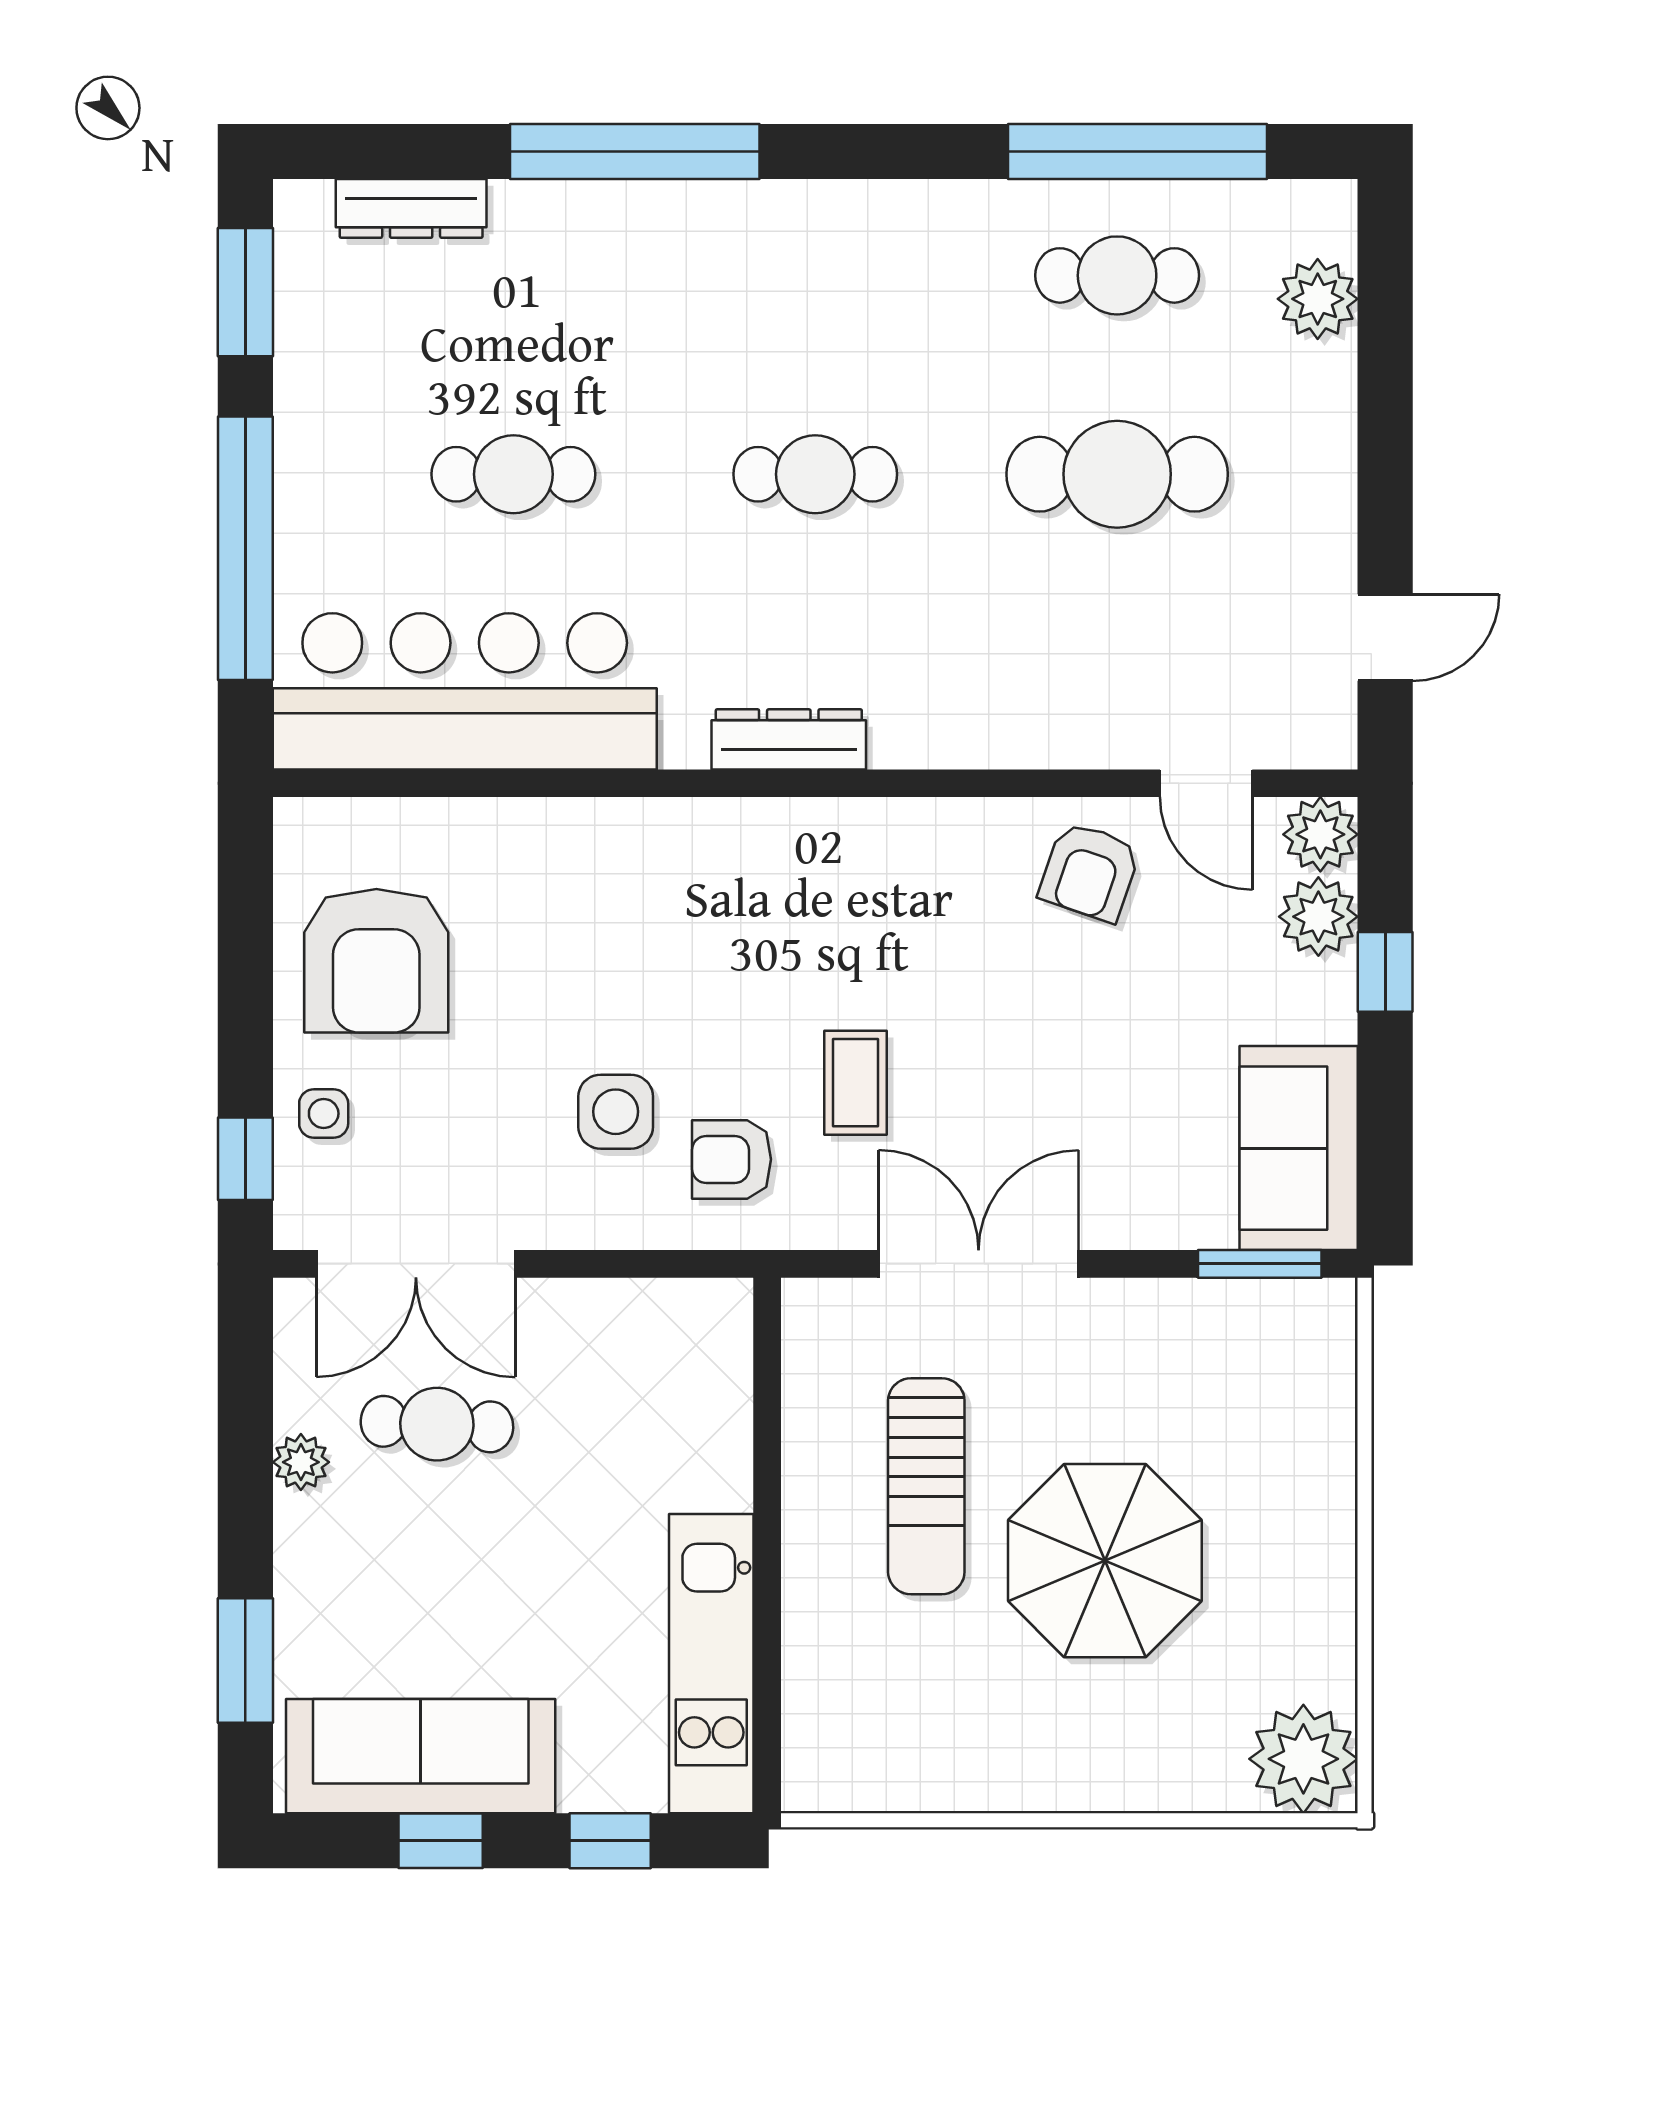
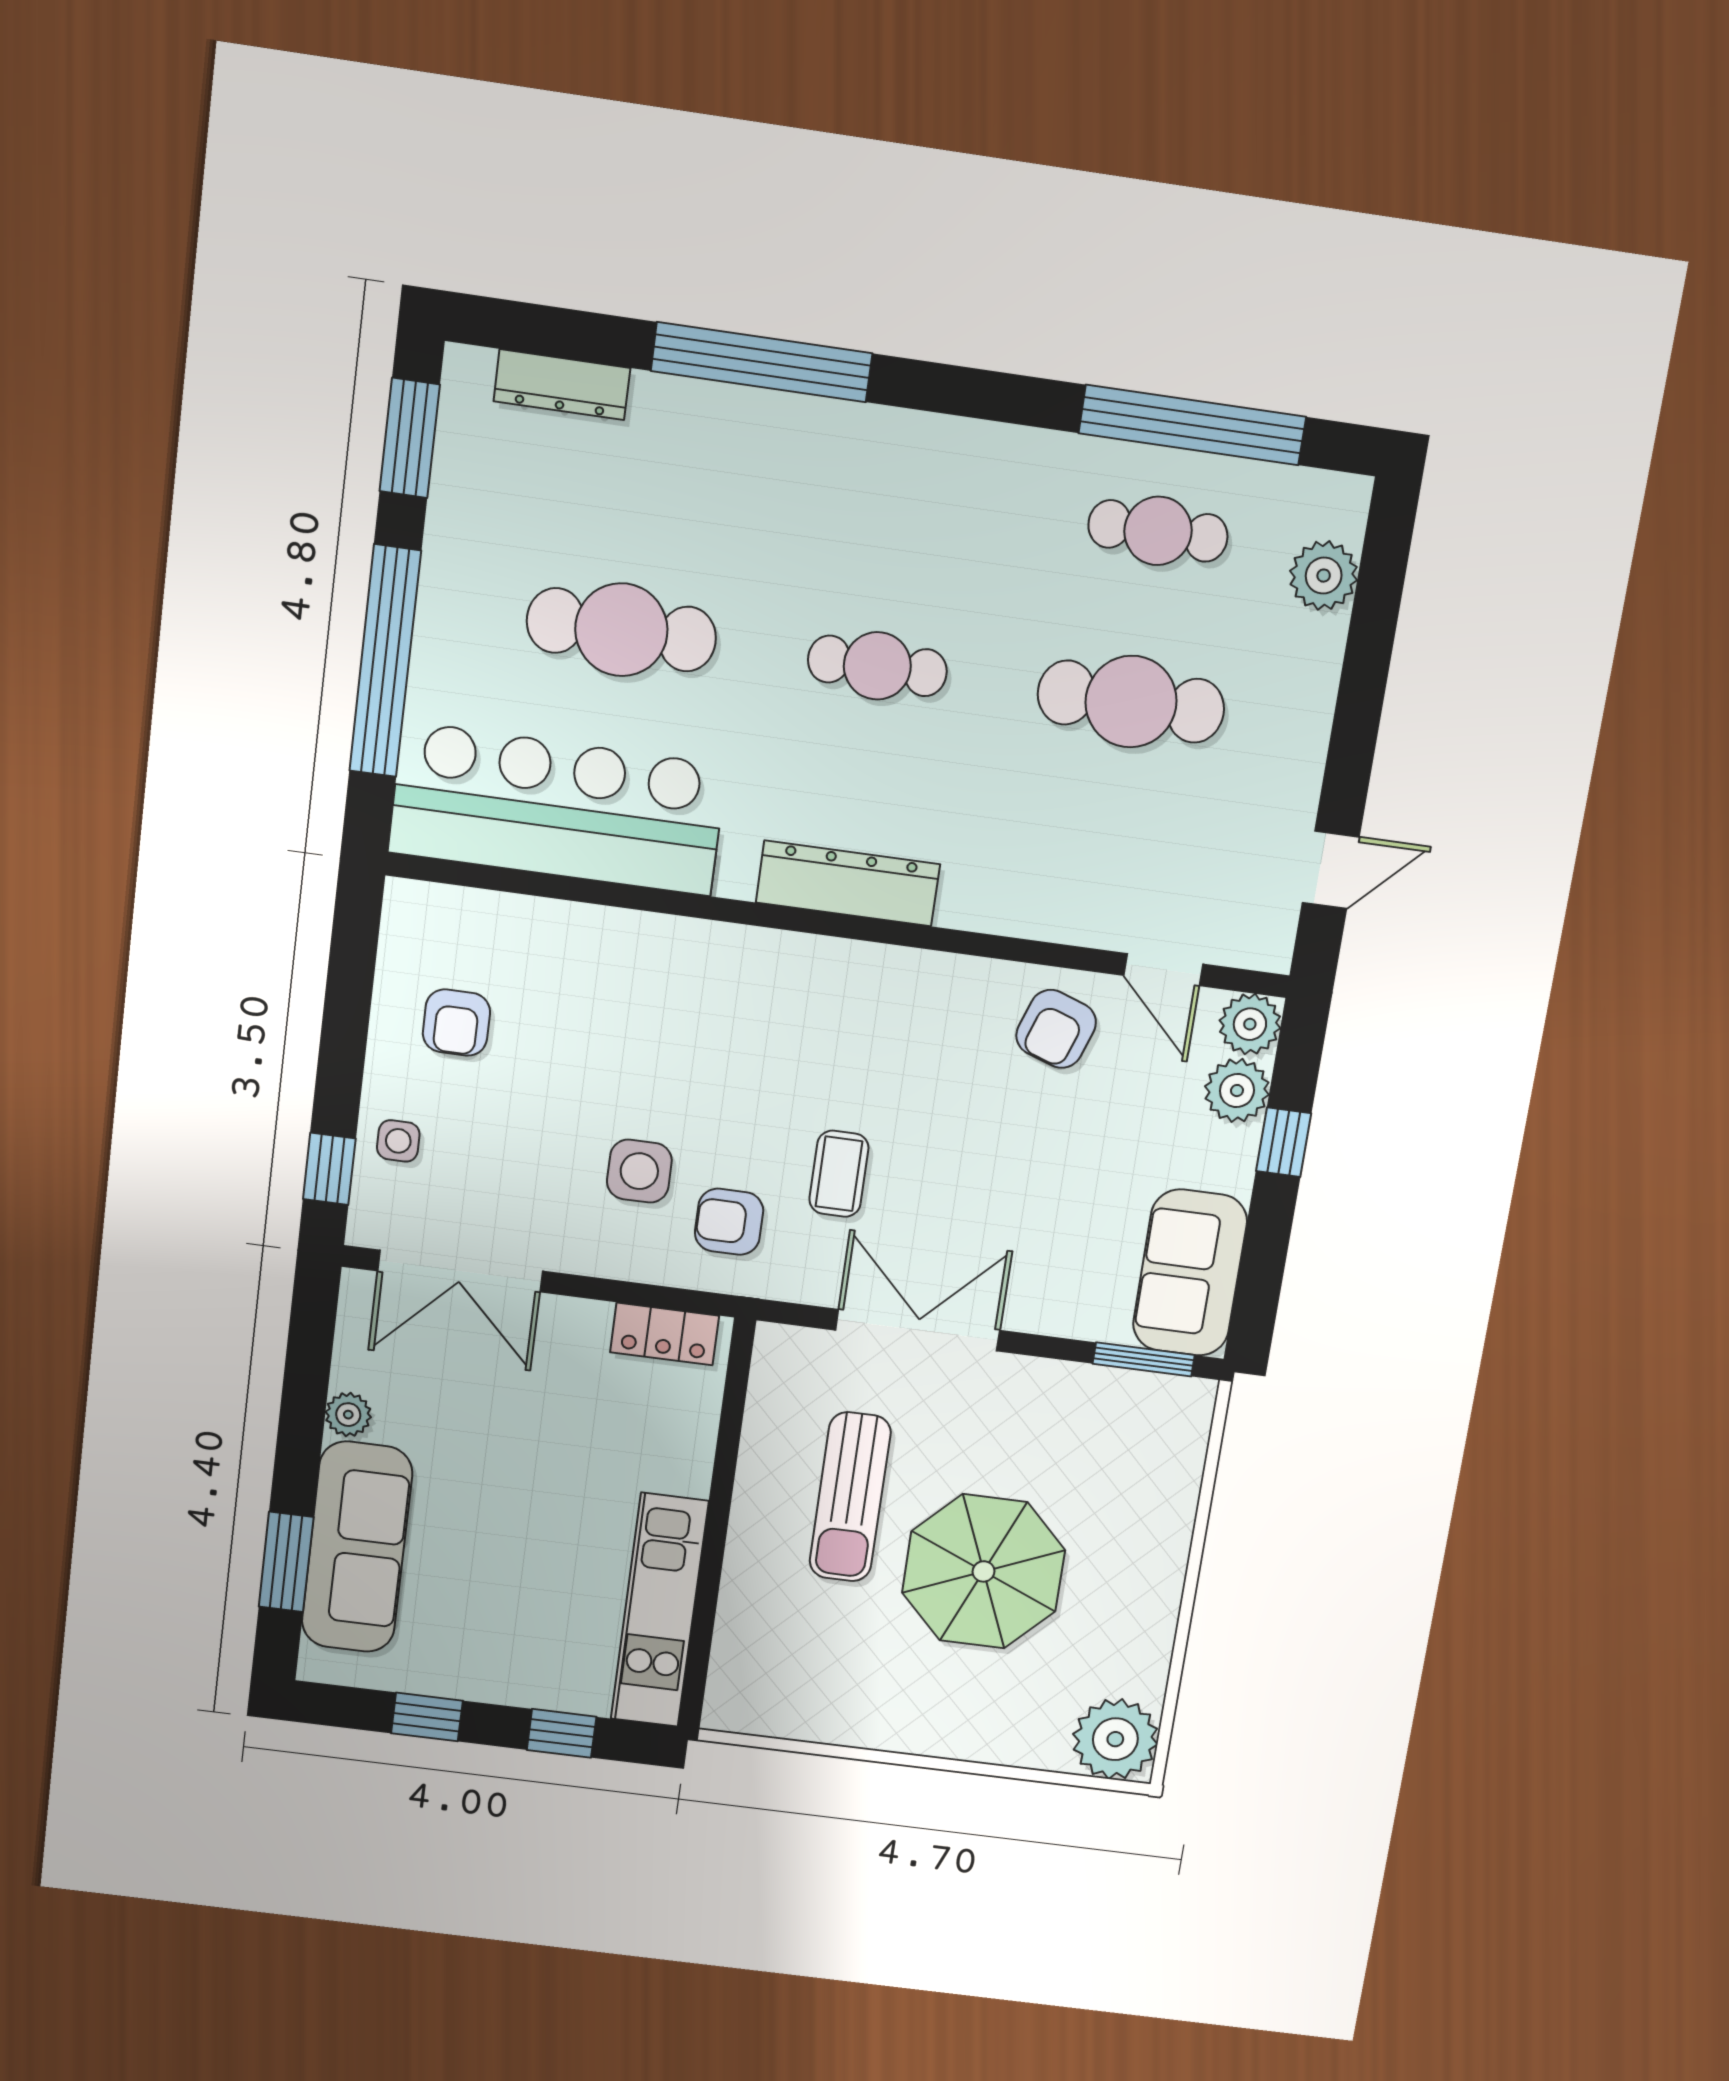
cafe table: (513, 474) -> (621, 630), width x1.37, depth x1.35
dresser: (789, 739) -> (848, 883), width x1.37, depth x1.24
armchair: (376, 961) -> (456, 1023), width x0.53, depth x0.53
locker: (672, 1310) -> (665, 1334), added
cafe table: (437, 1424) -> (462, 1399), removed
sofa: (421, 1756) -> (357, 1547), moved, turned 90

